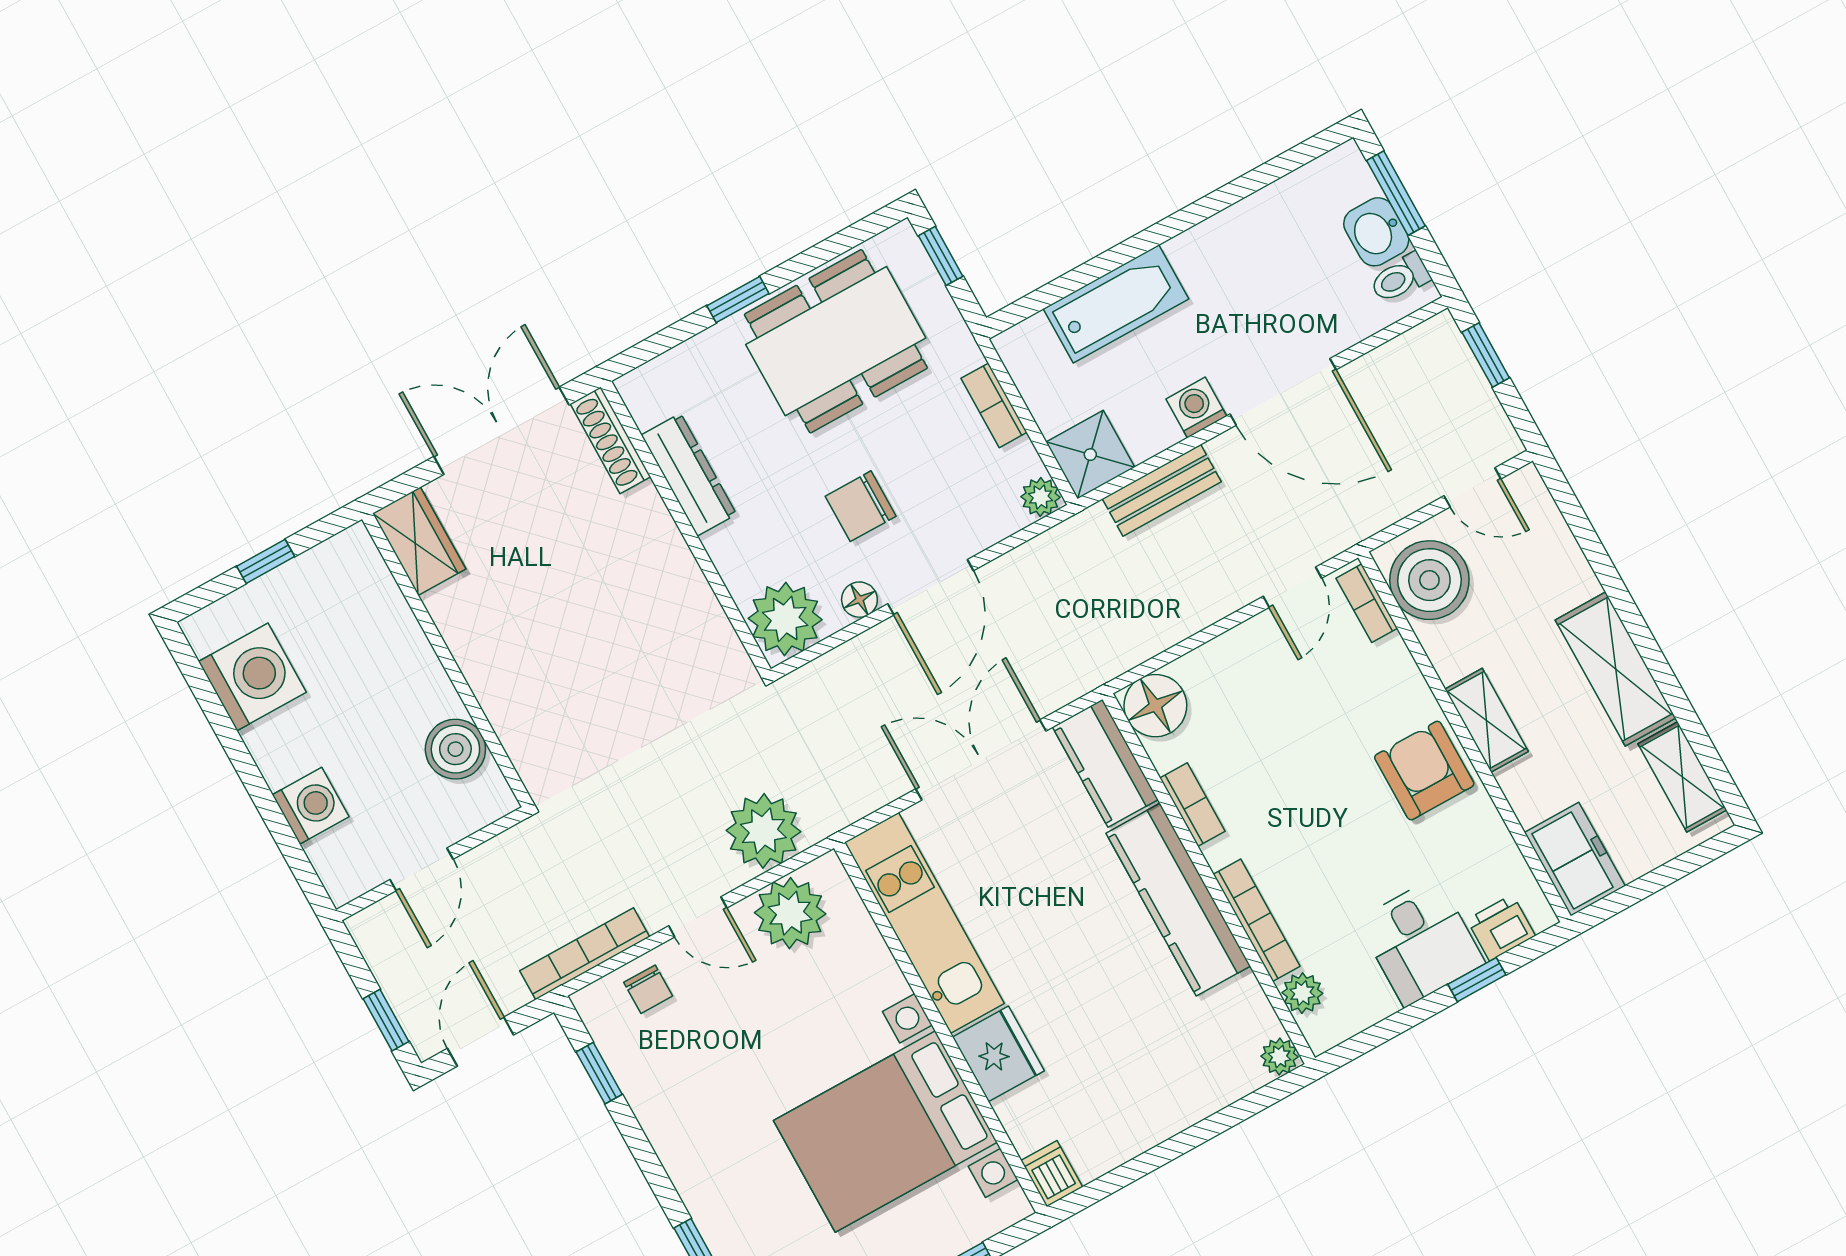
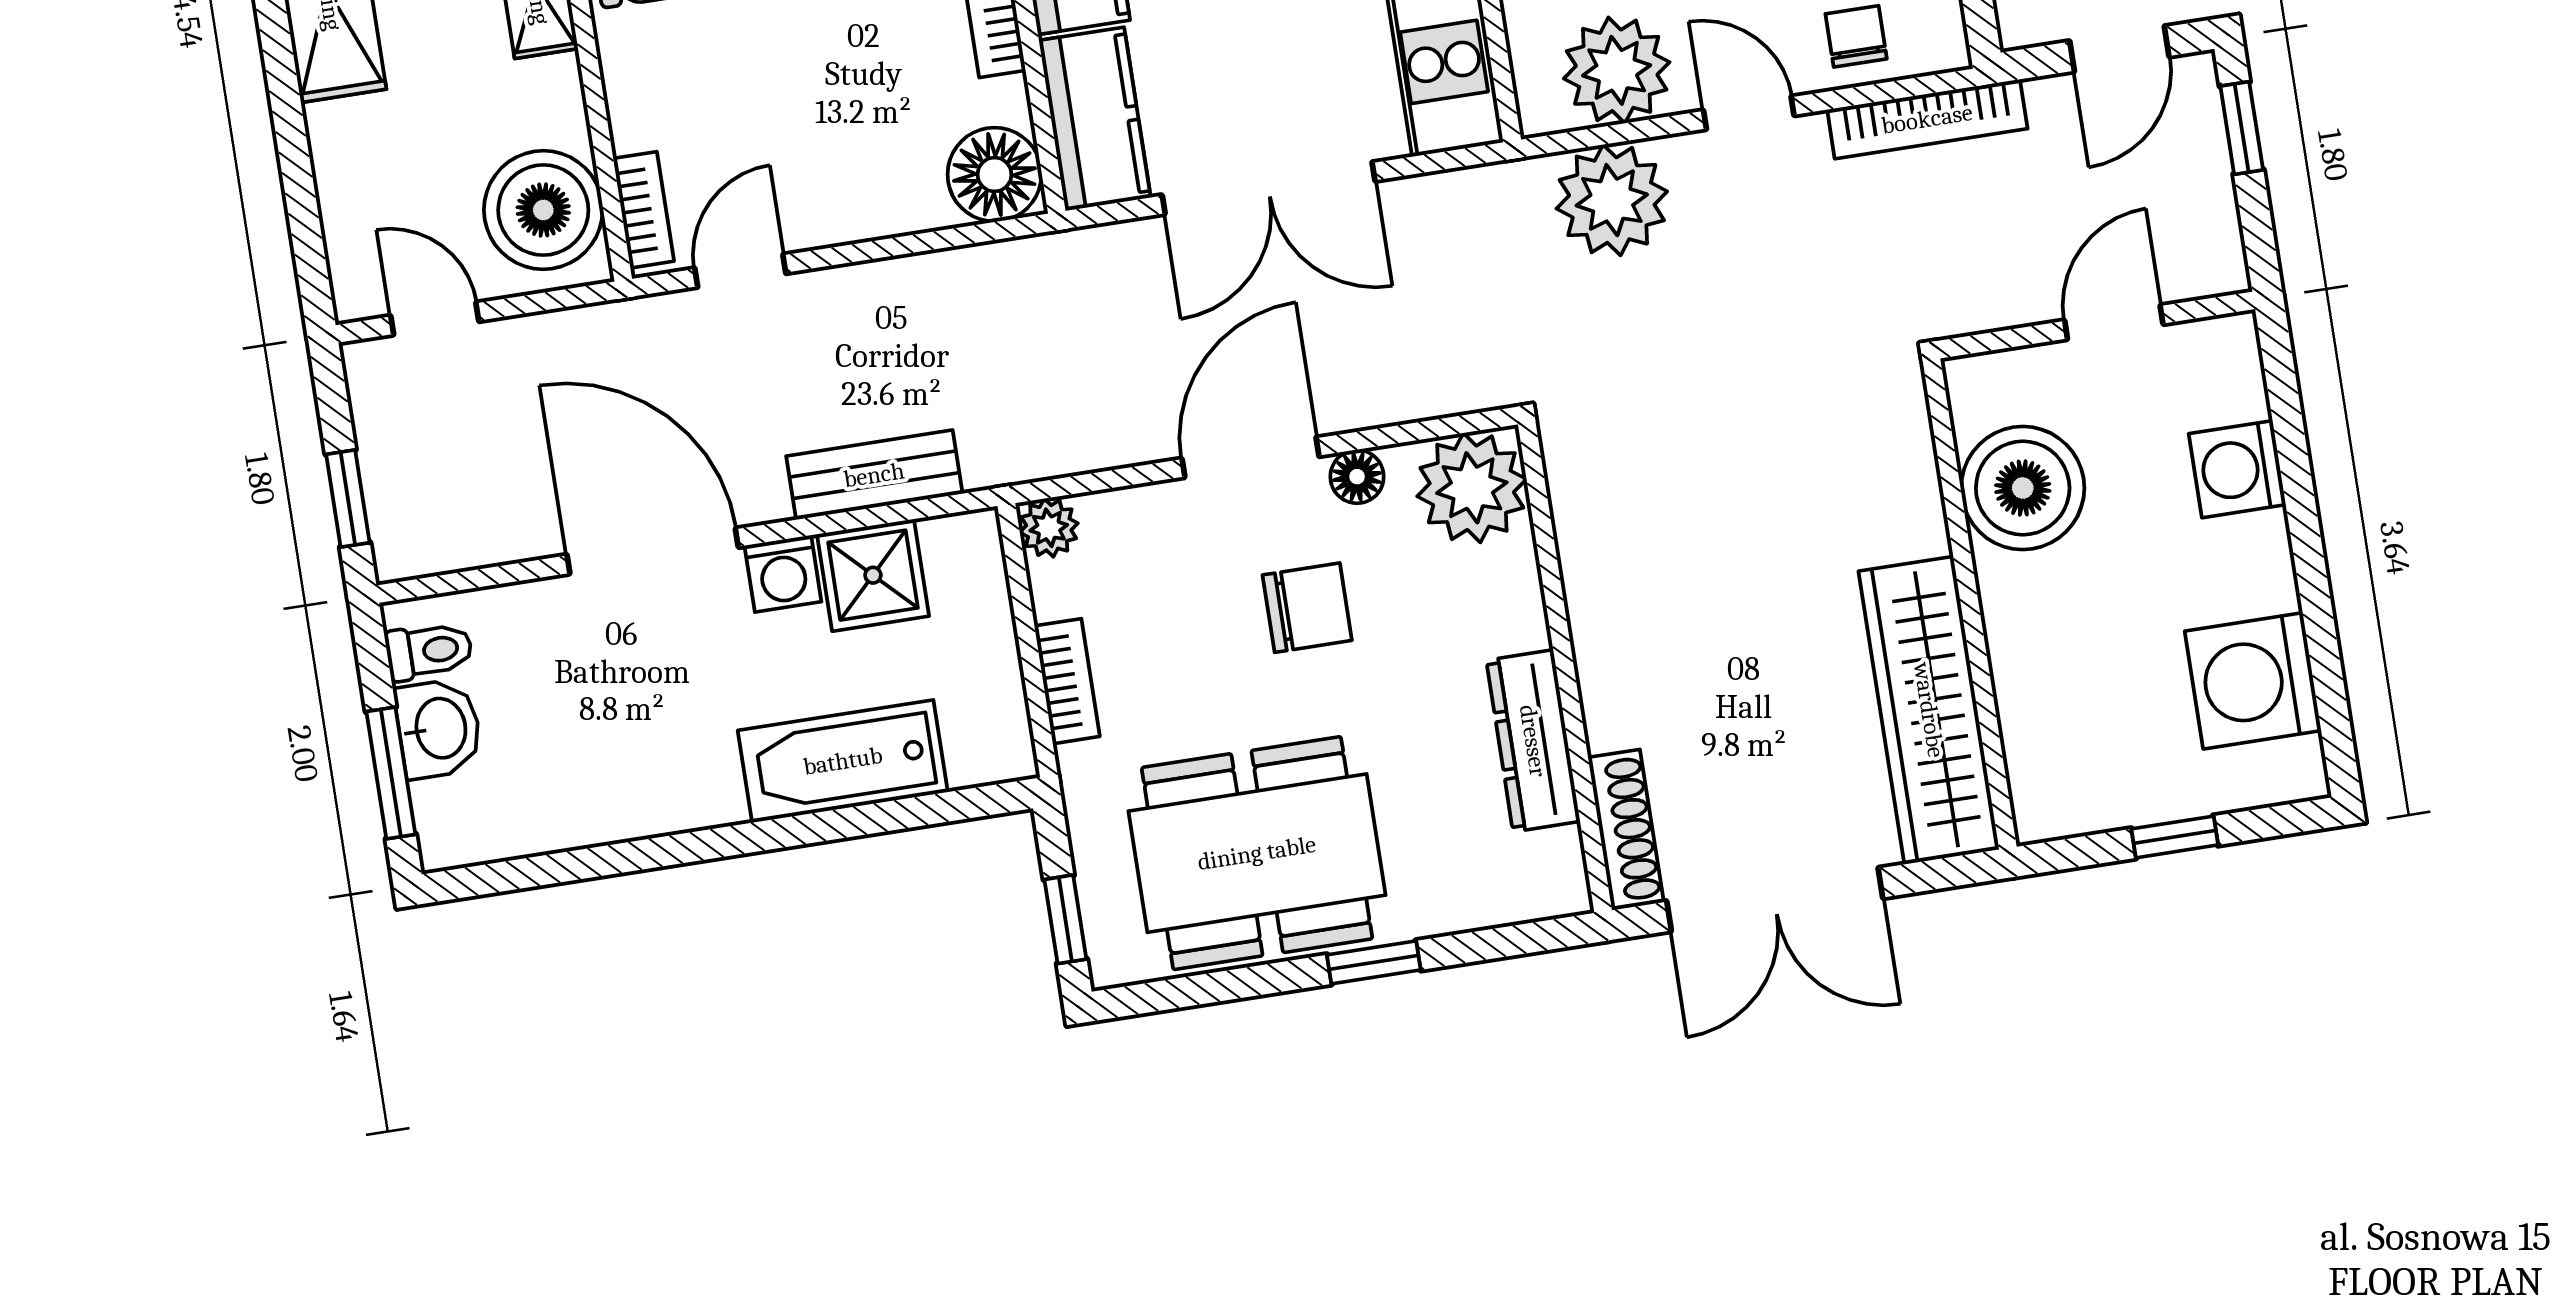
shower: (1090, 455) -> (873, 575), moved
wardrobe: (419, 541) -> (1929, 710), width x2.10, depth x1.17
boiler: (455, 749) -> (2023, 488), width x1.37, depth x1.37

